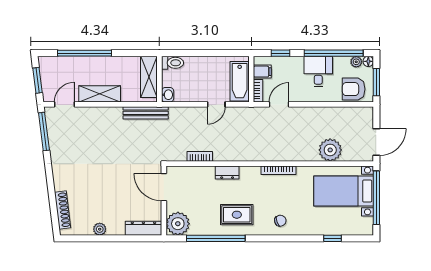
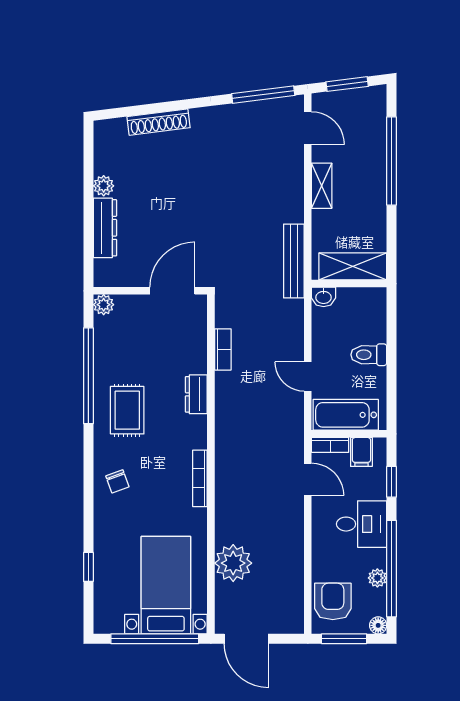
plant: (356, 62) -> (377, 578), moved
toilet: (173, 63) -> (369, 355), moved, turned 90
desk: (318, 71) -> (362, 524), moved
shelving: (100, 94) -> (322, 186), width x0.67, depth x0.75
shoe rack: (63, 210) -> (159, 122), moved
plant: (178, 224) -> (104, 305), width x0.53, depth x0.53
dresser: (143, 228) -> (105, 228), moved

